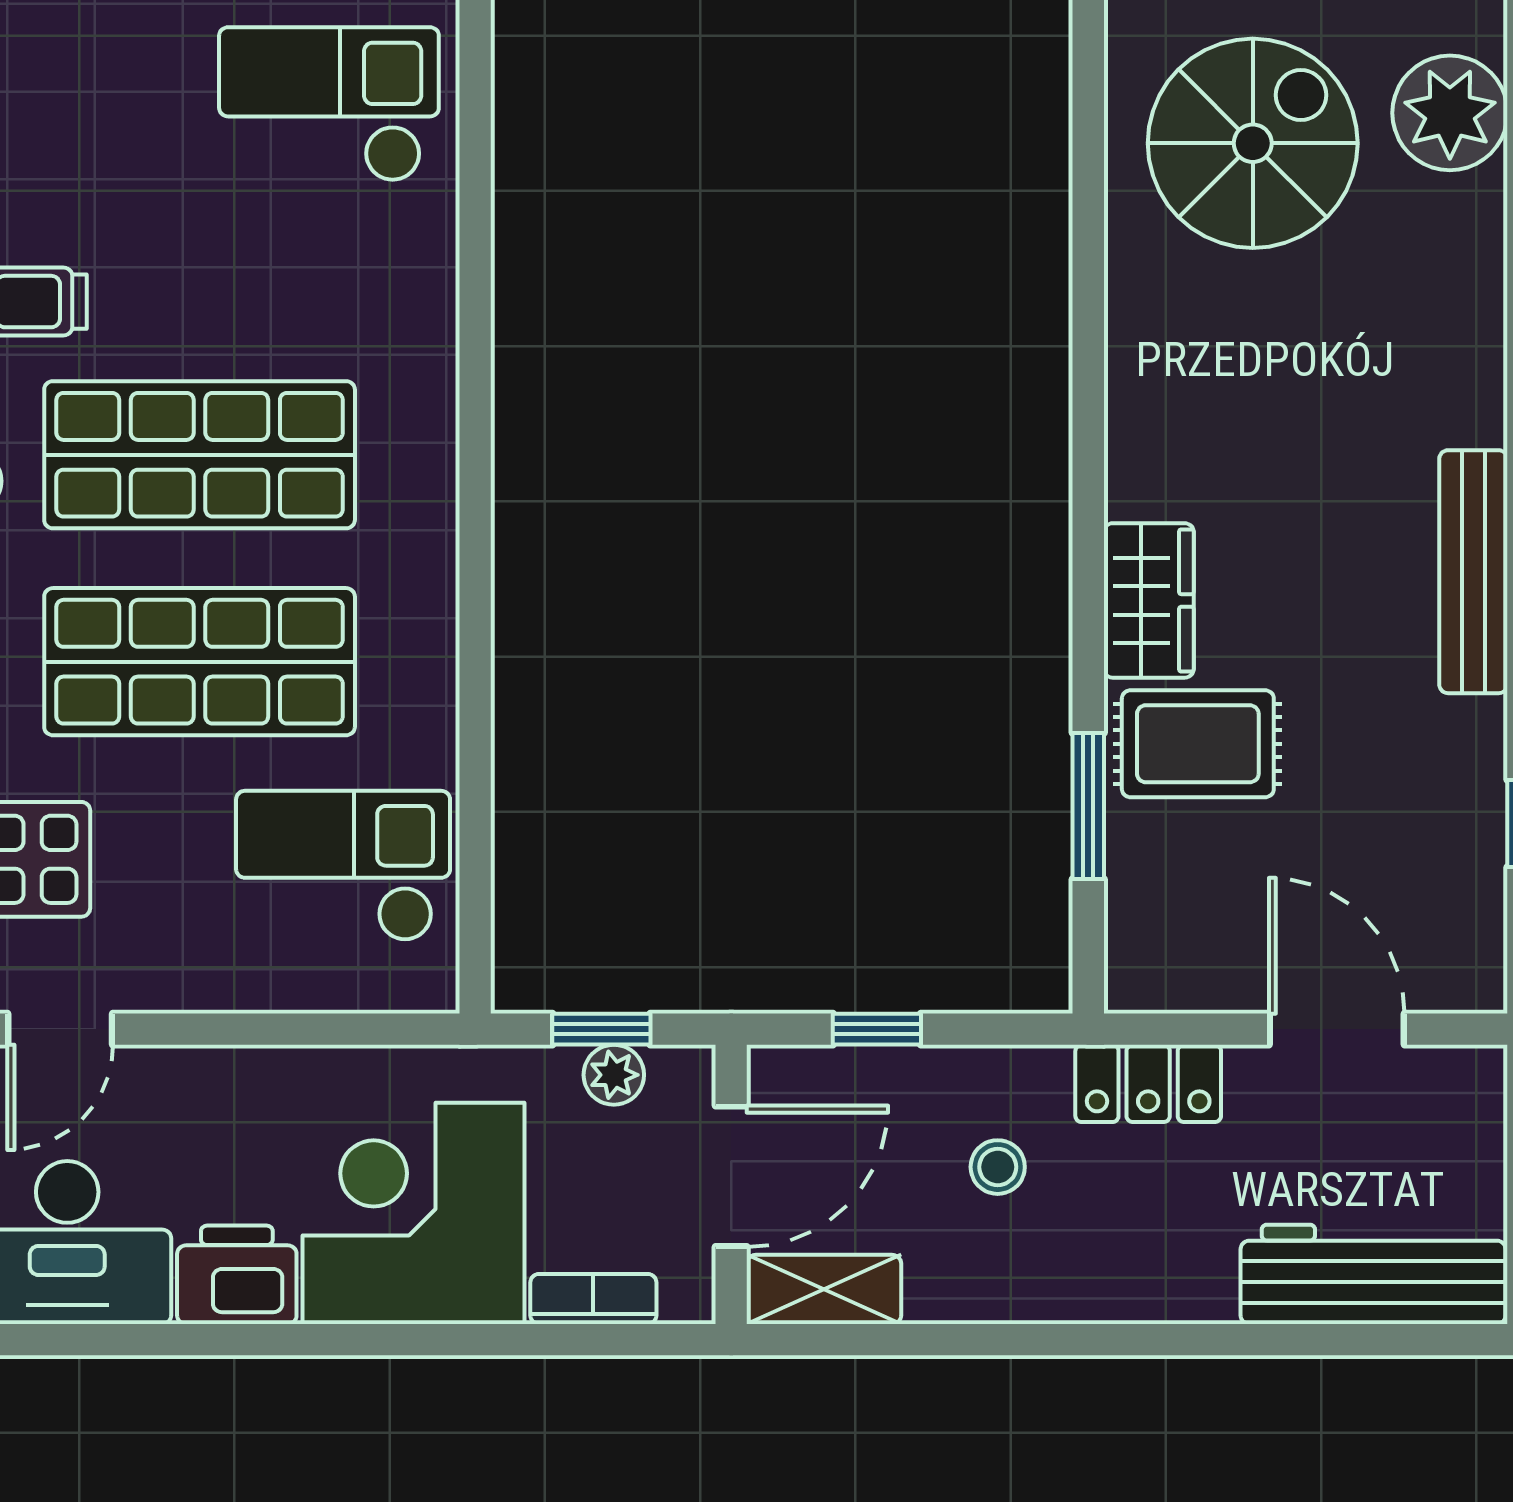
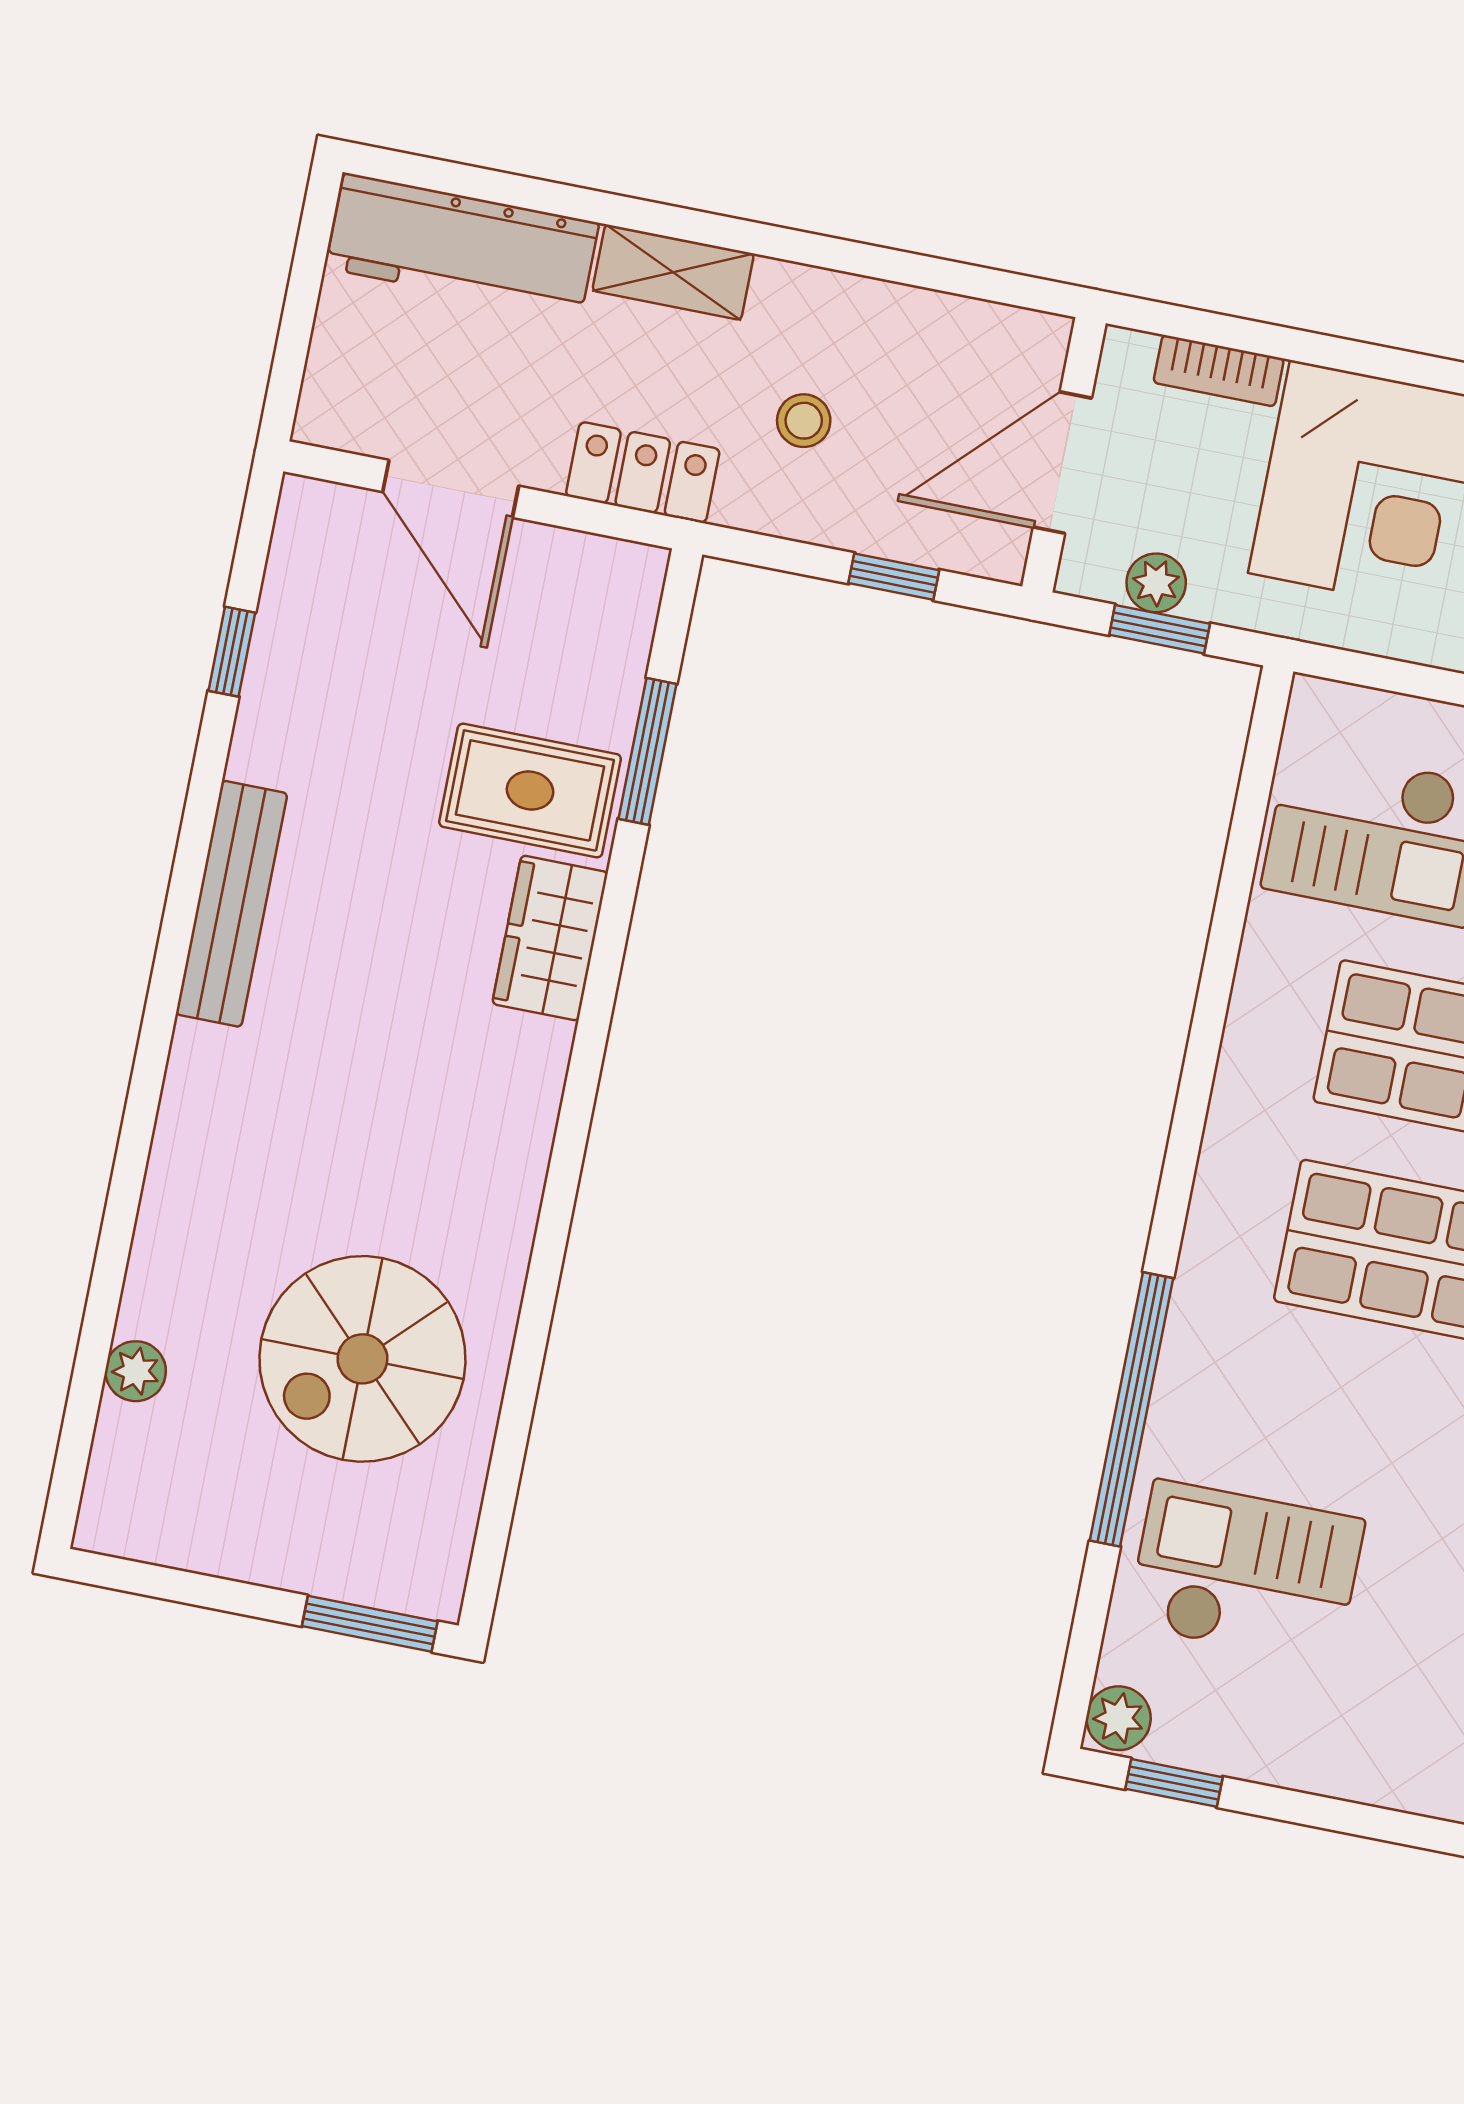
checkout: (329, 104) -> (1246, 1573), turned 180
plant: (1450, 113) -> (136, 1371), width x0.53, depth x0.53
window: (475, 245) -> (1132, 1409), added
shelving: (824, 1289) -> (673, 272), moved

